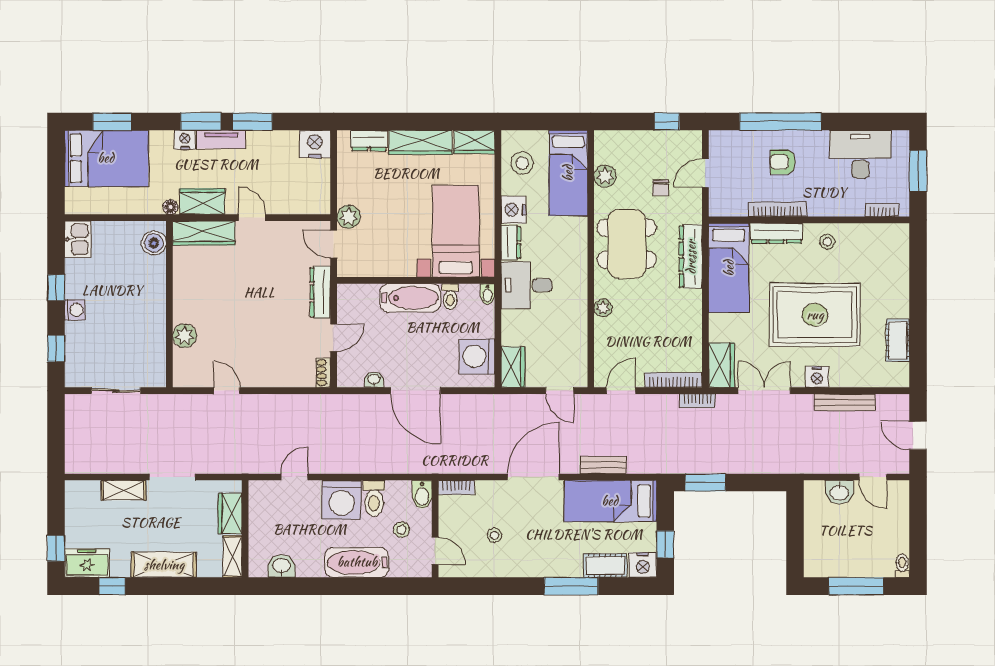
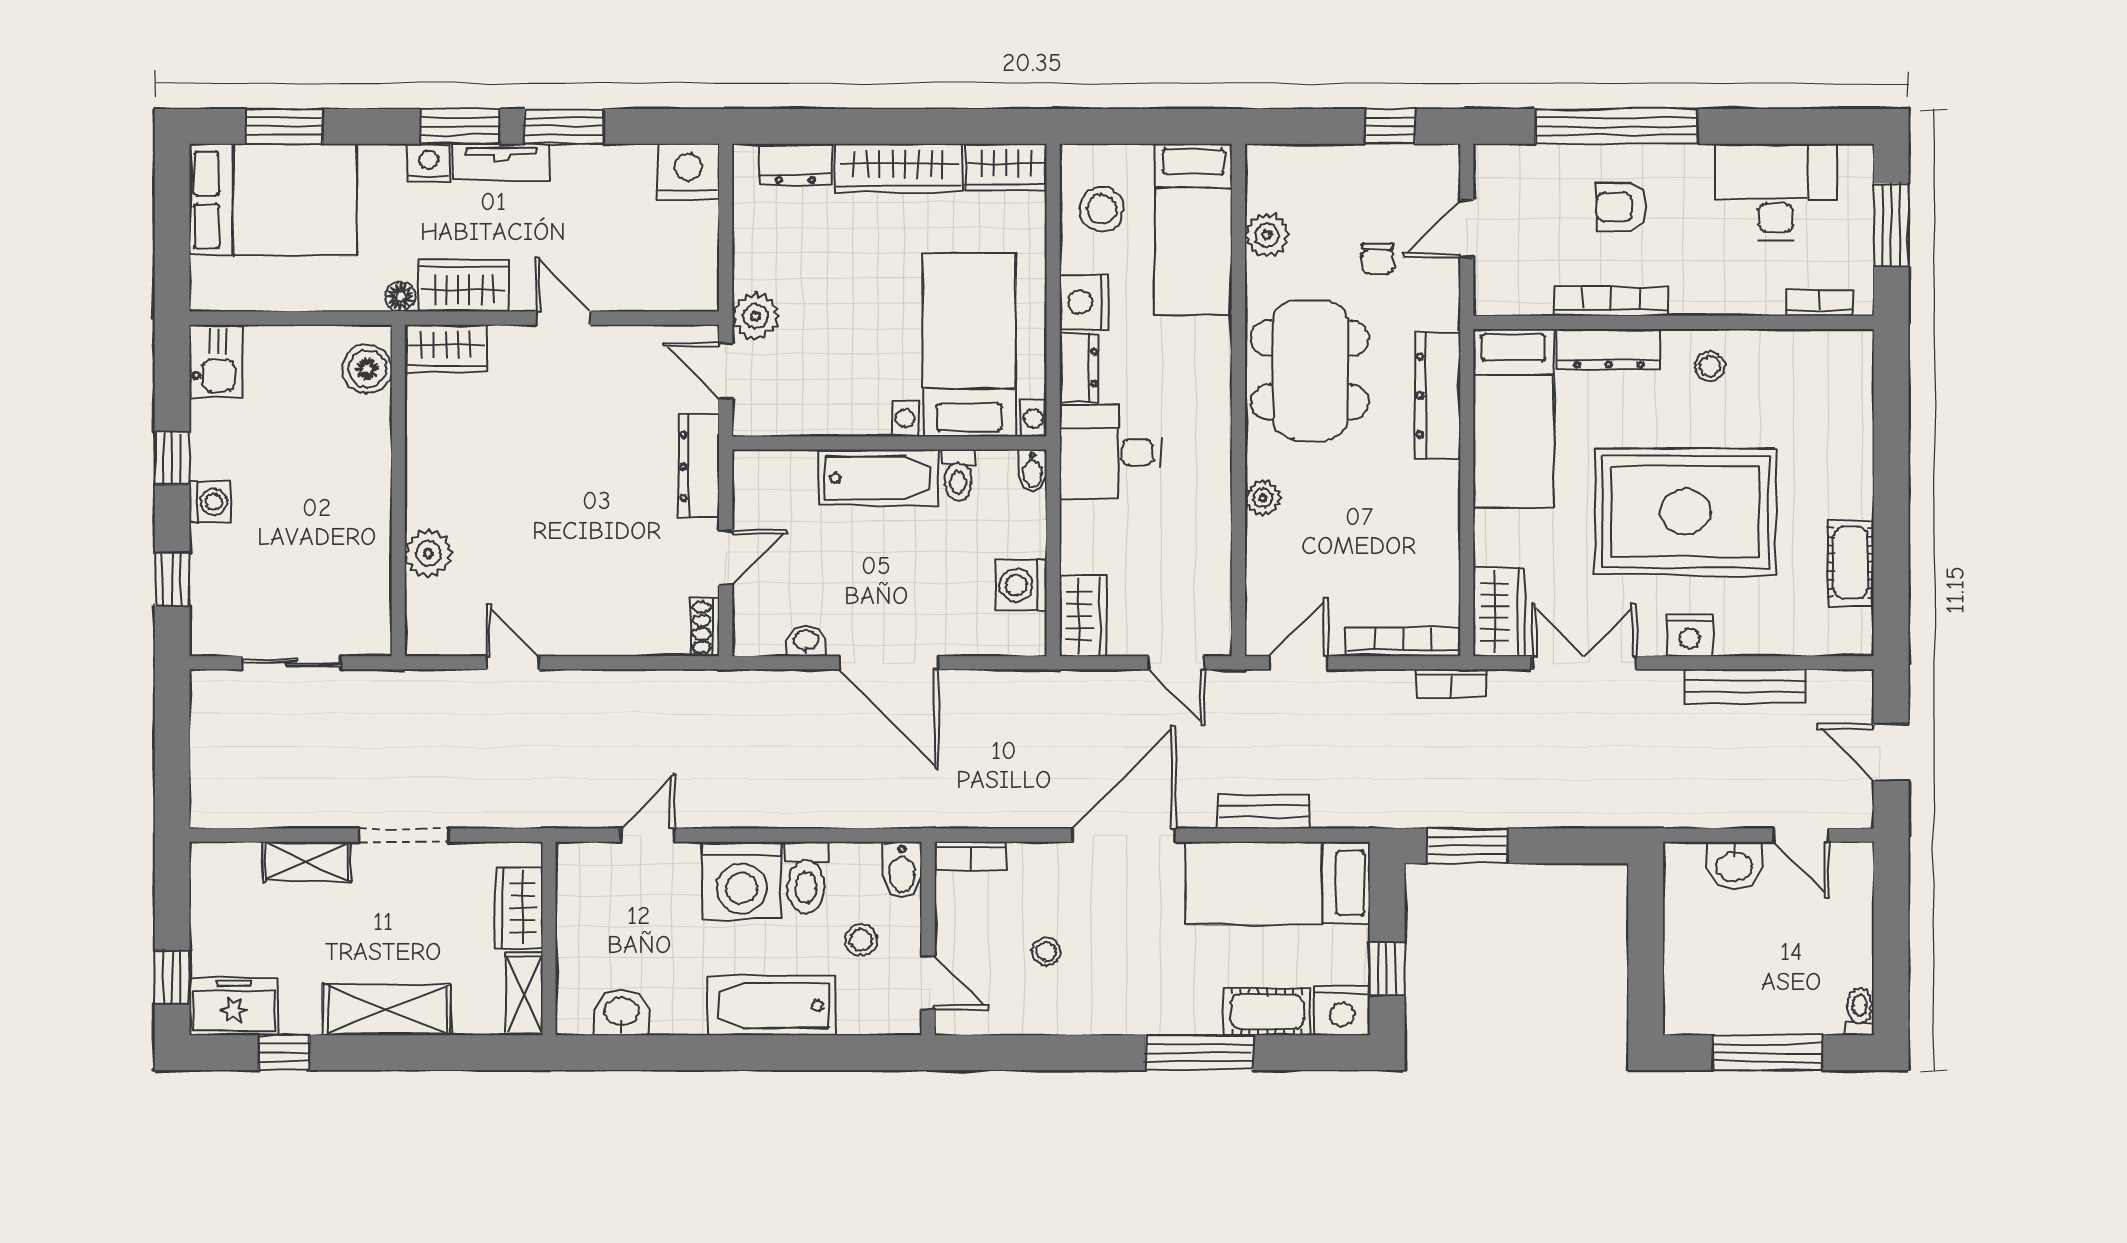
wardrobe: (204, 233) -> (446, 349), width x0.67
washing machine: (477, 356) -> (1021, 585), width x0.73, depth x0.73

